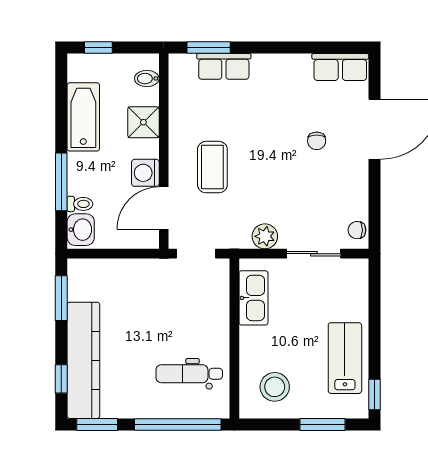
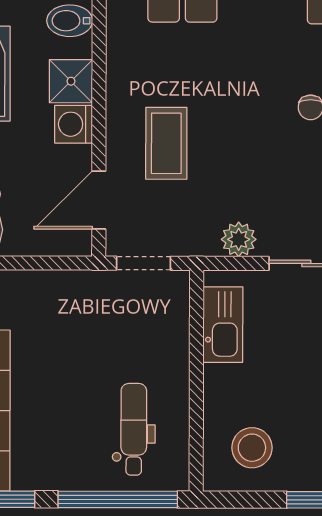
bidet: (147, 79) -> (70, 21), width x1.38, depth x1.36
washing machine: (145, 173) -> (74, 124), moved
dental chair: (189, 374) -> (134, 429), turned 90

